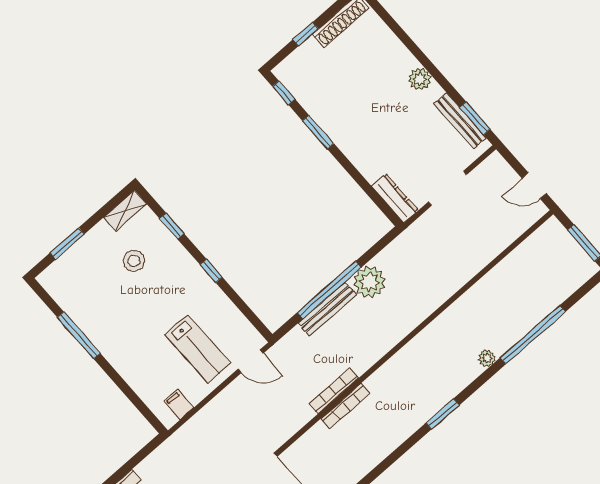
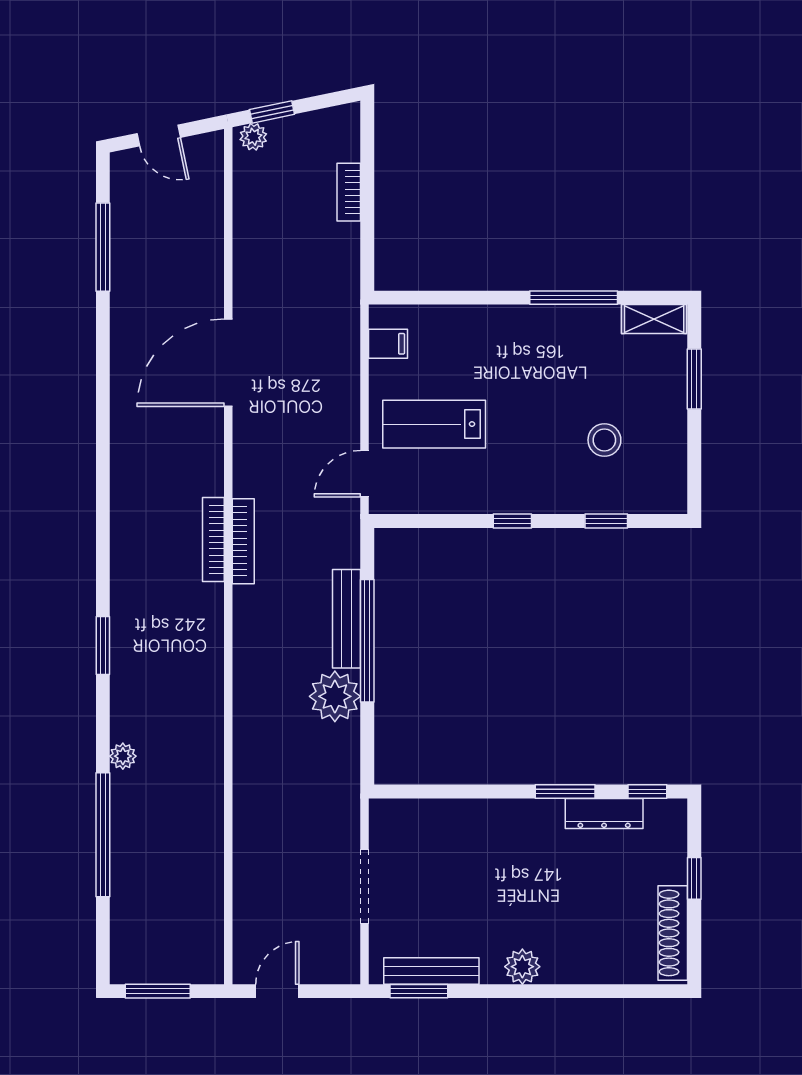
dresser: (395, 198) -> (604, 813), moved
shelving: (125, 211) -> (654, 319), moved, turned 90

